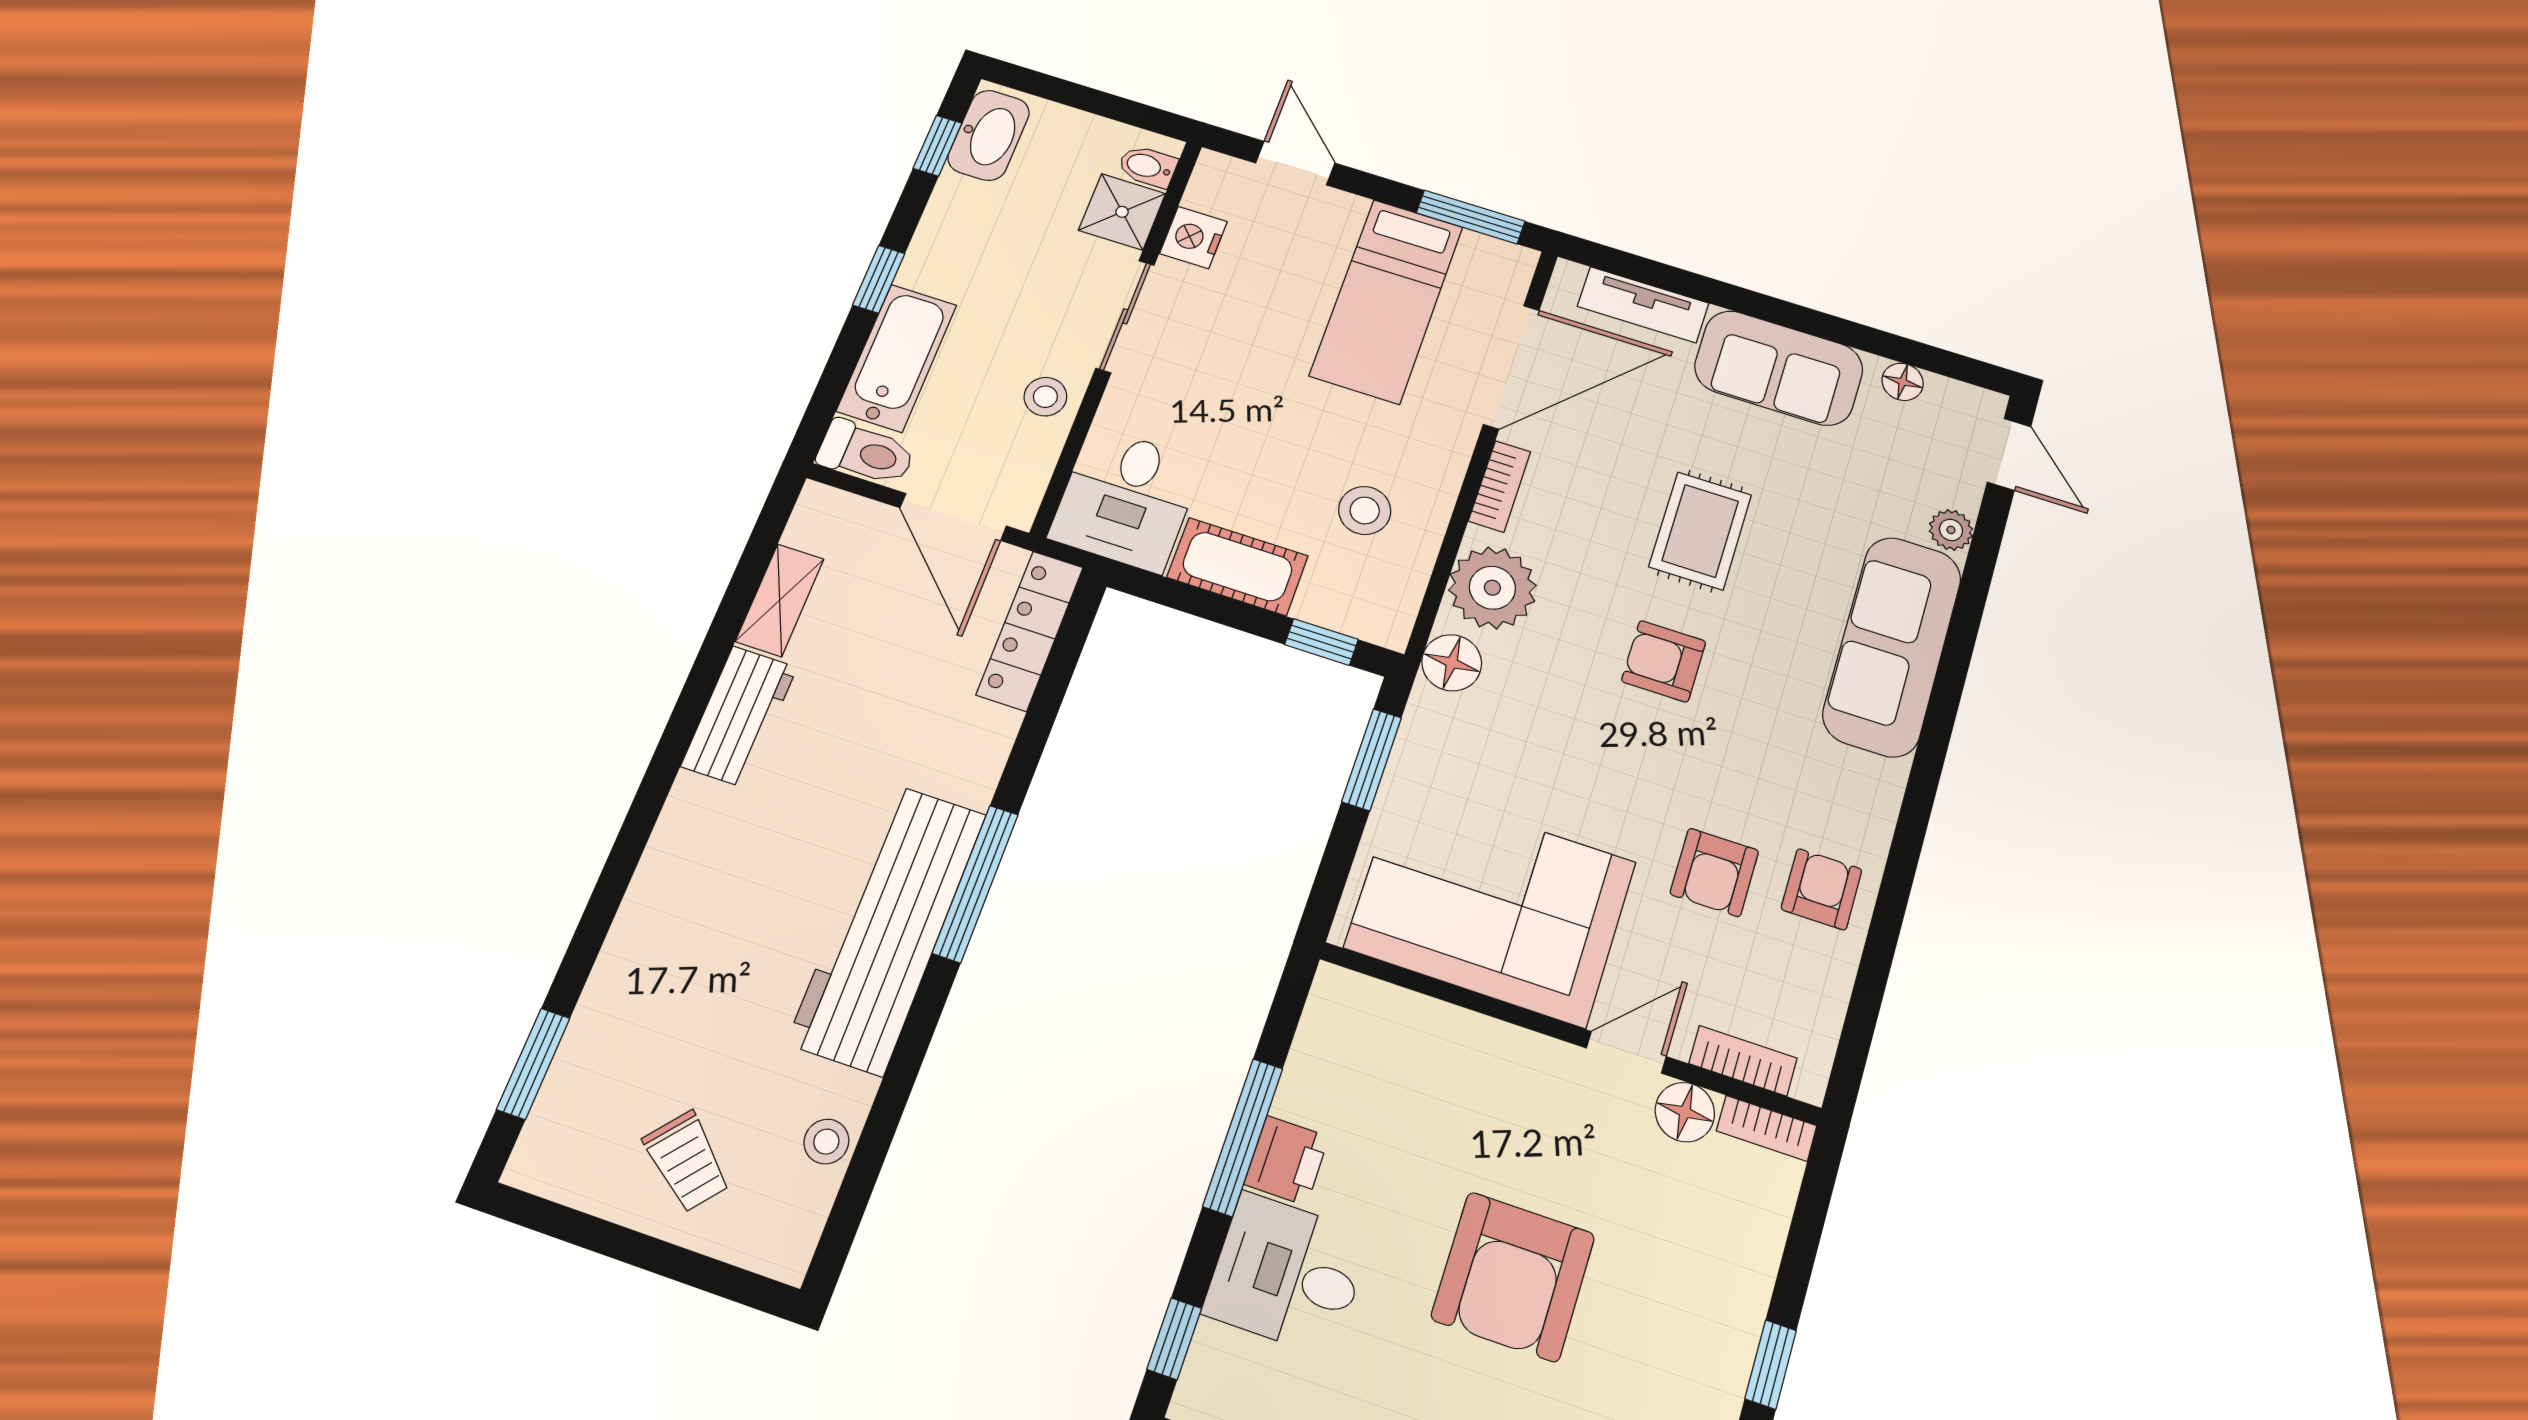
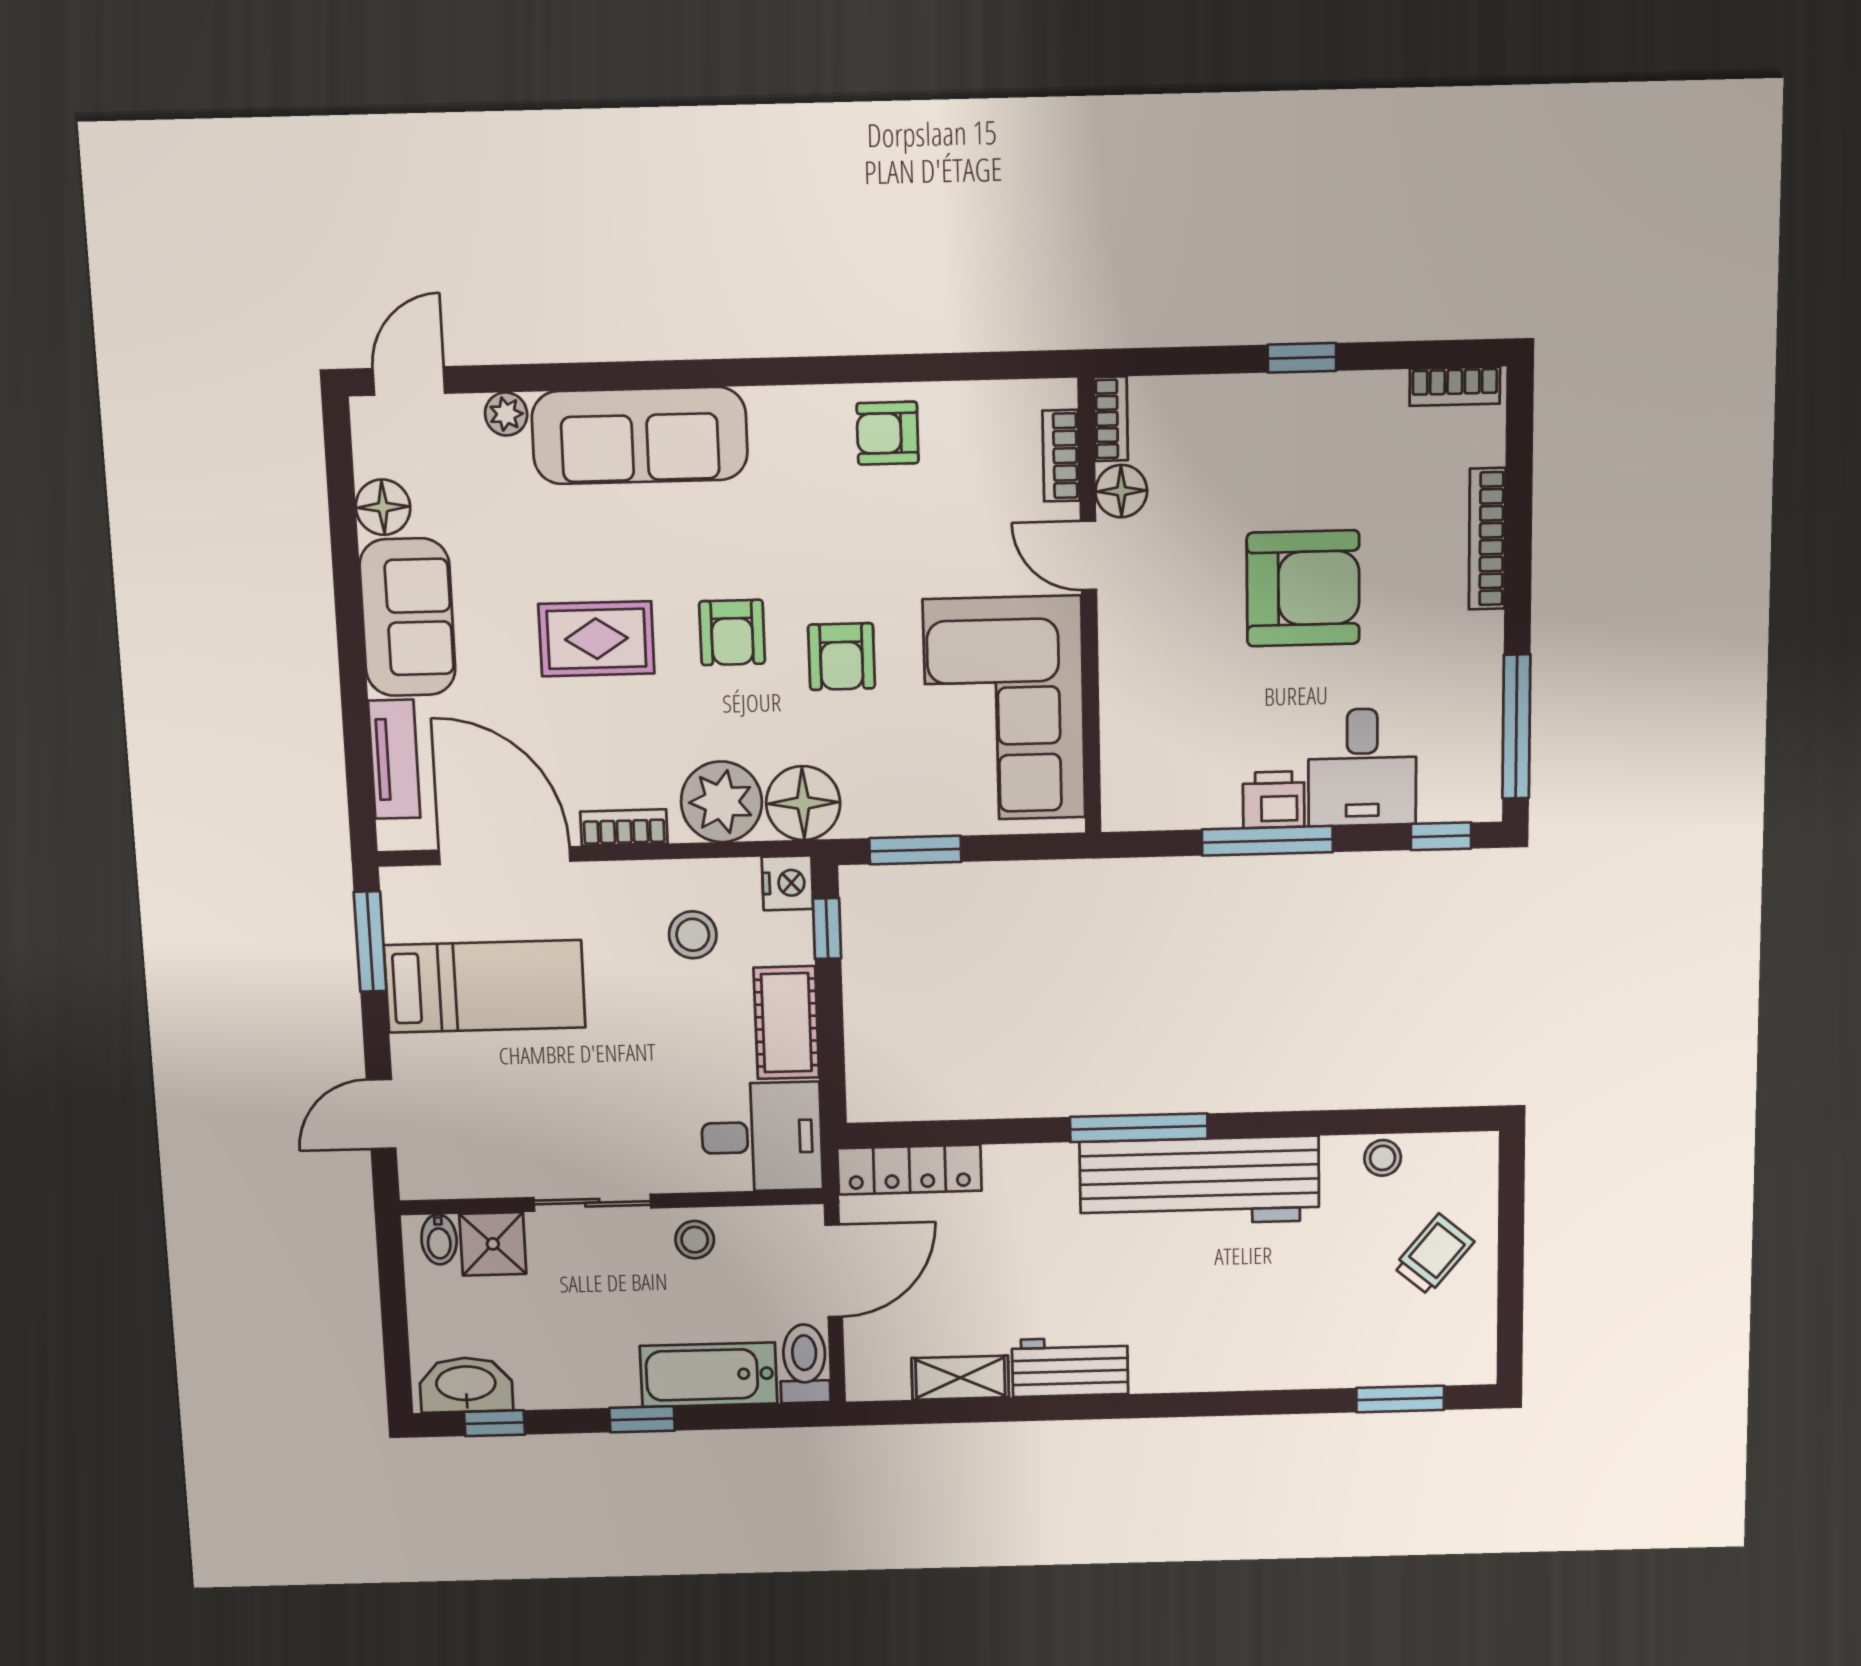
nightstand: (1193, 237) -> (787, 883), moved, turned -90
floor lamp: (1903, 382) -> (383, 507), width x1.37, depth x1.37
floor lamp: (1452, 663) -> (803, 803), width x1.38, depth x1.38
armchair: (1714, 872) -> (841, 657), moved, turned 90

